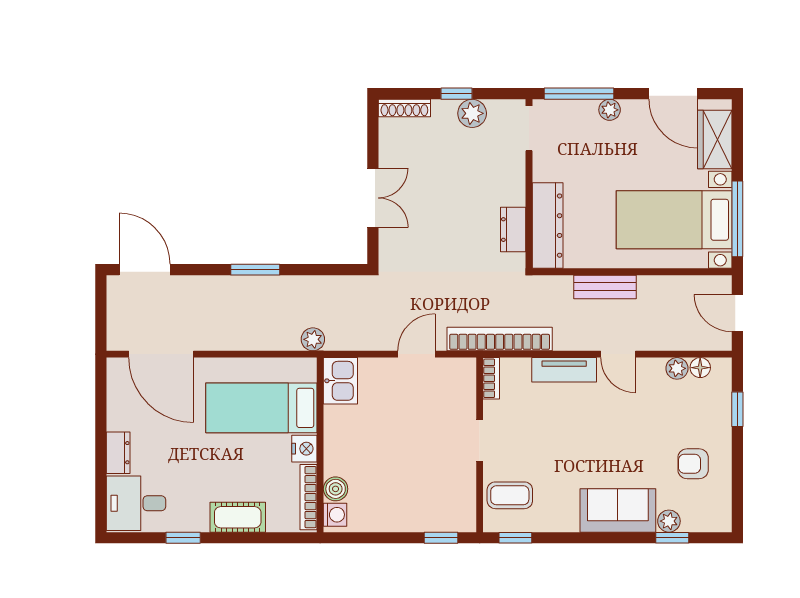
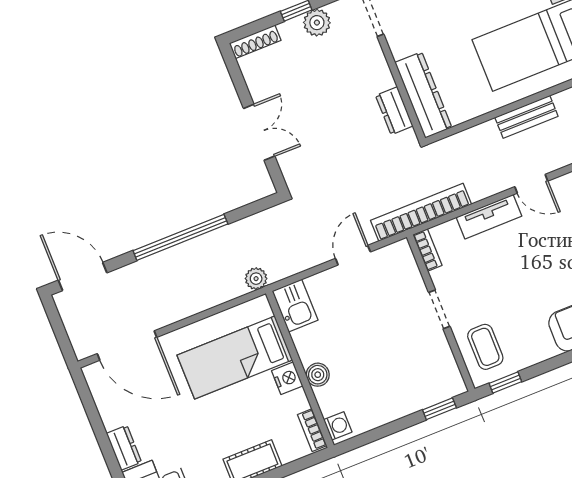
window: (255, 270) -> (180, 237), width x2.11
bench: (605, 287) -> (526, 117), moved
boiler: (336, 489) -> (318, 375), moved
coffee table: (510, 495) -> (485, 347), turned 90
bookcase: (309, 497) -> (312, 430), width x0.64

